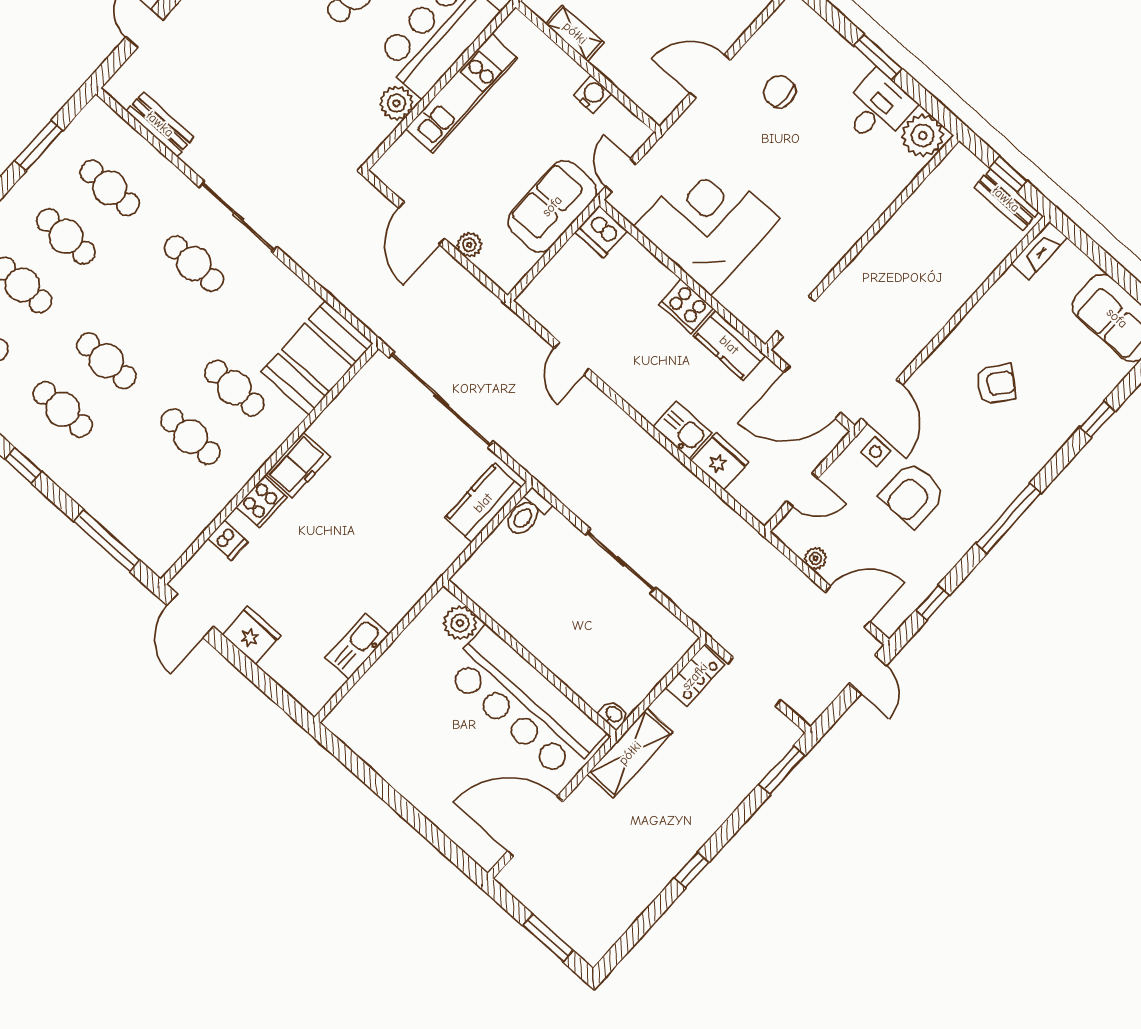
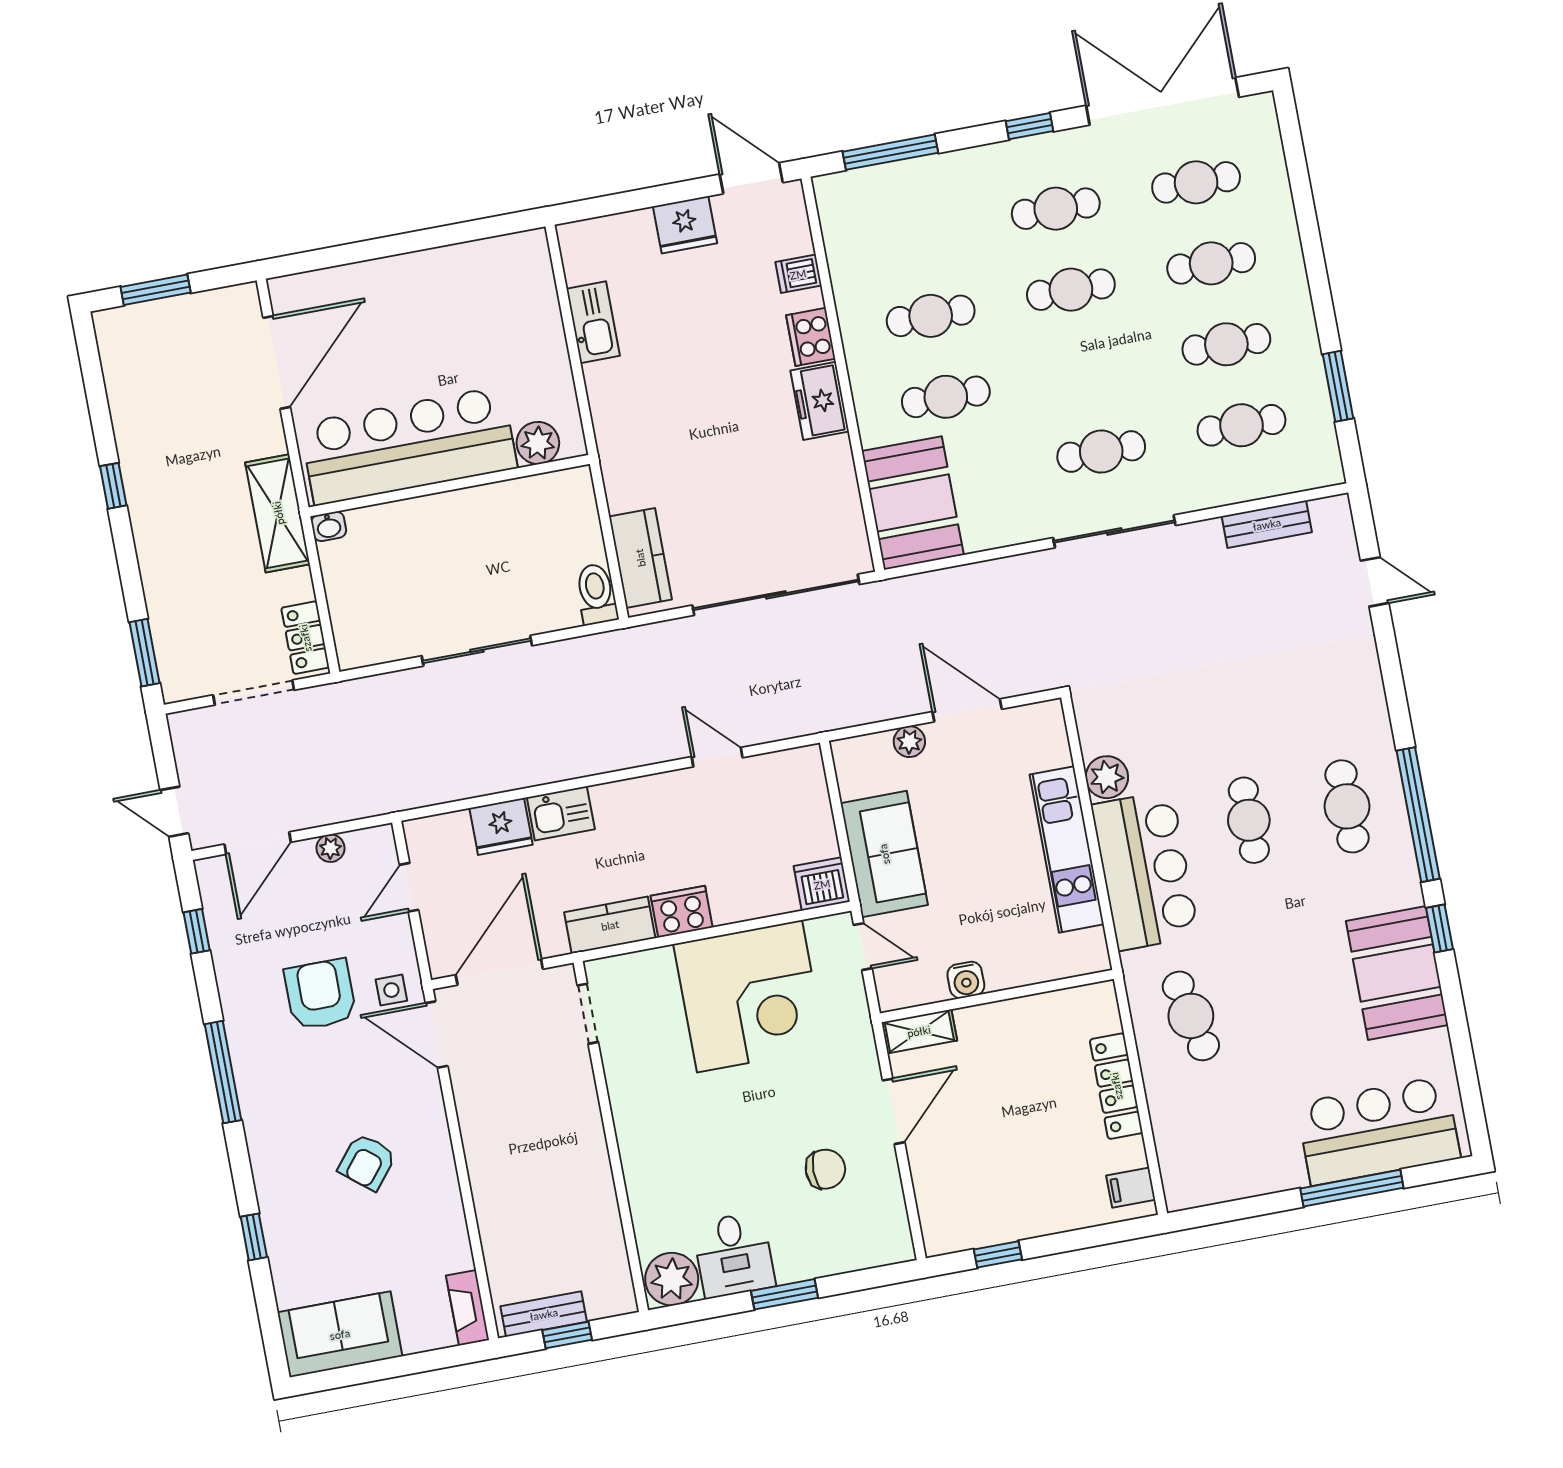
shelving: (575, 33) -> (919, 1031), moved

